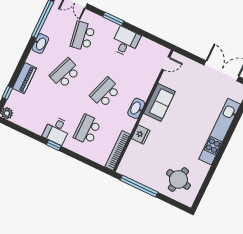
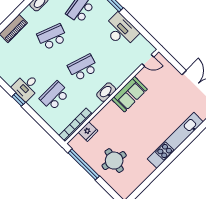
desk: (125, 42) -> (121, 31), width x1.37
fridge: (141, 134) -> (88, 132), moved
round table: (178, 179) -> (114, 161), moved

